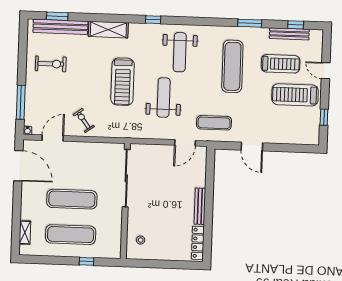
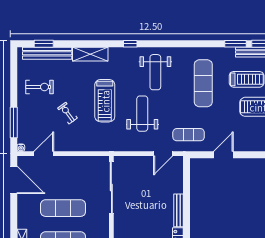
window: (250, 23) -> (236, 44), moved
exercise bike: (84, 120) -> (67, 113), moved
door: (252, 147) -> (223, 155), swing flipped

